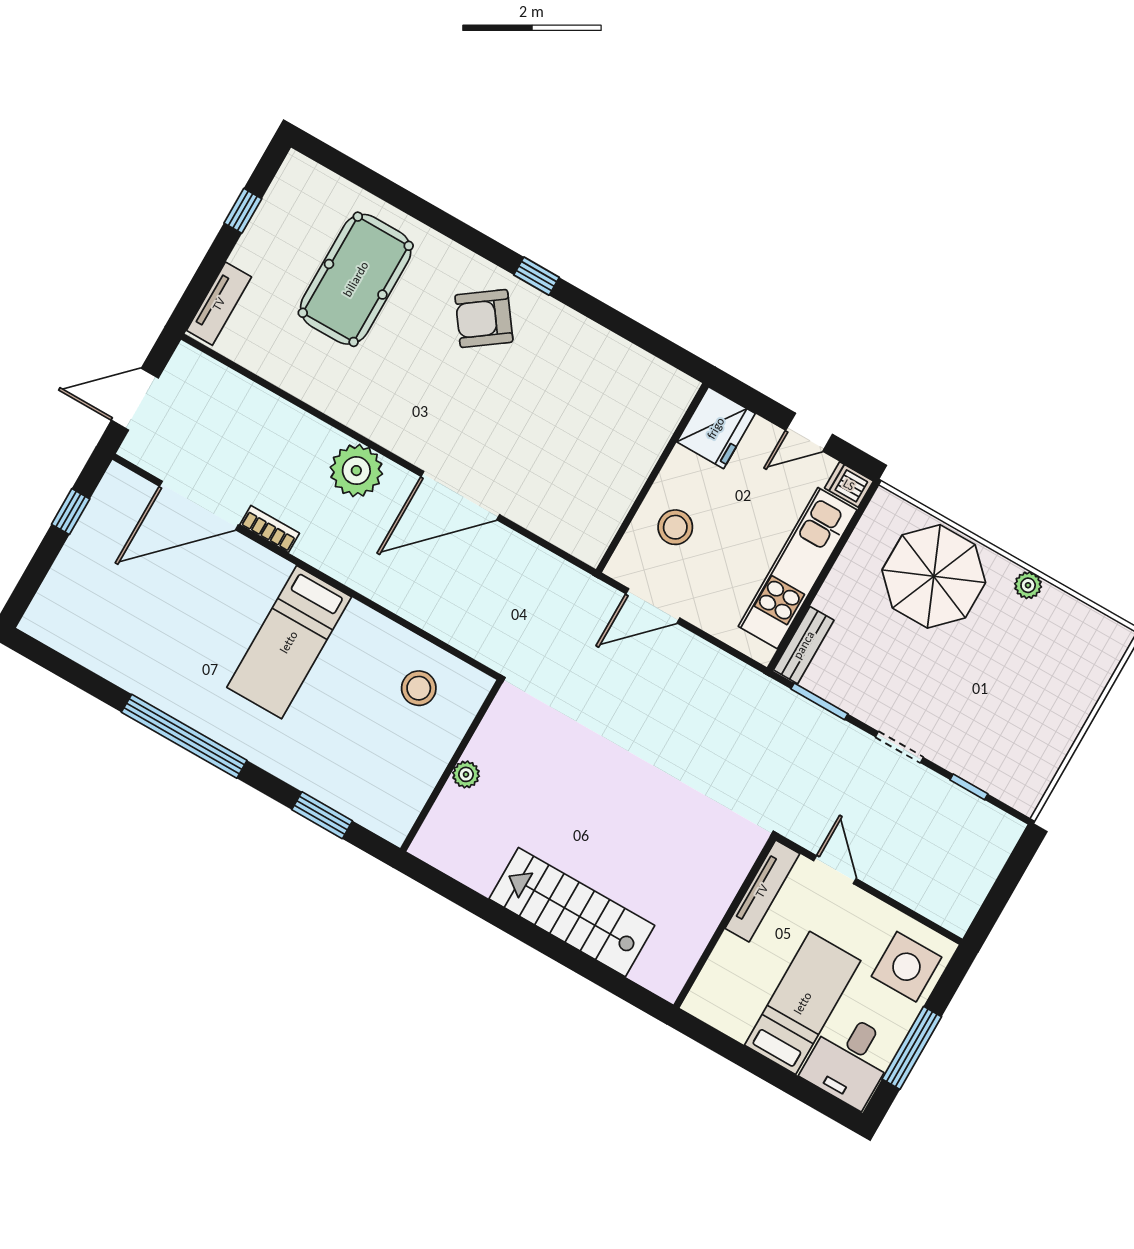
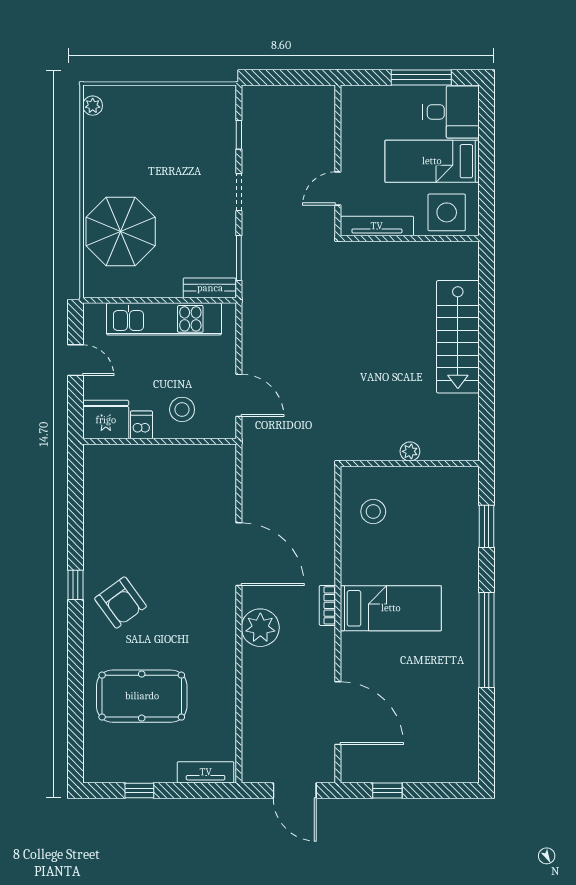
dishwasher: (849, 485) -> (141, 425), moved, turned 180
bookcase: (270, 529) -> (327, 605), moved
plant: (1028, 585) -> (93, 106), moved
side table: (906, 967) -> (447, 212), moved

